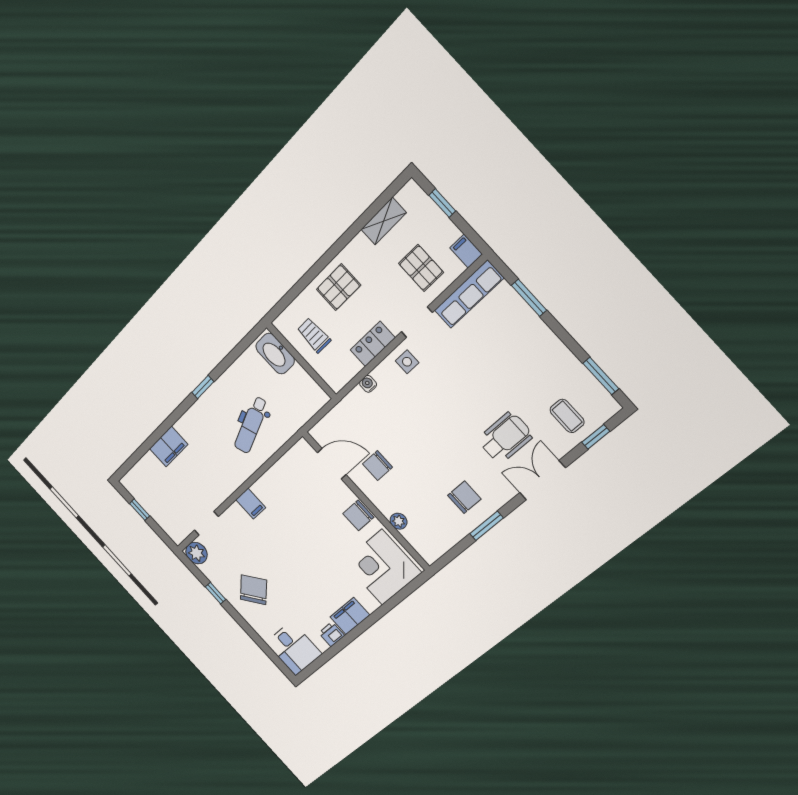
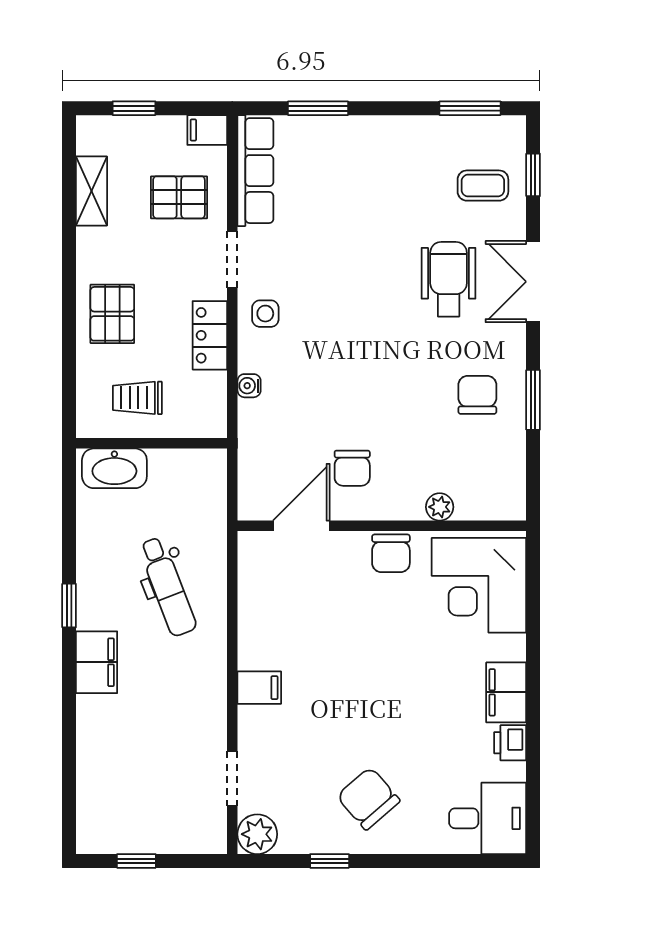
filing cabinet: (169, 447) -> (97, 662), moved

